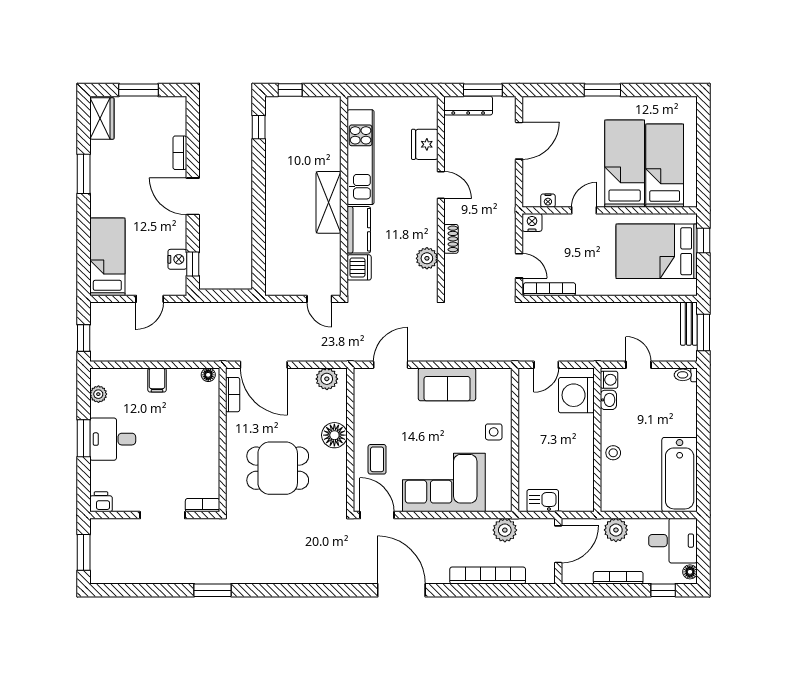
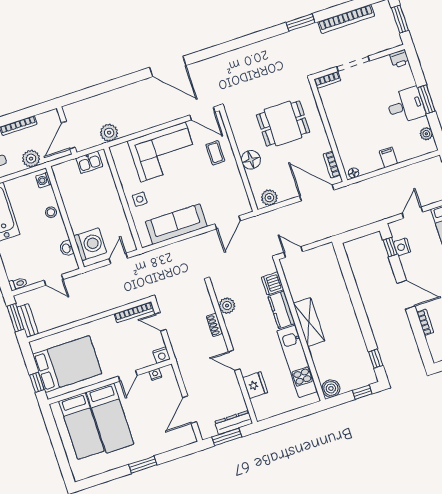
boiler: (329, 108) -> (331, 388), added
washing machine: (609, 380) -> (43, 180), moved
sofa: (447, 384) -> (176, 224), width x1.36
bookcase: (488, 575) -> (346, 19), moved

